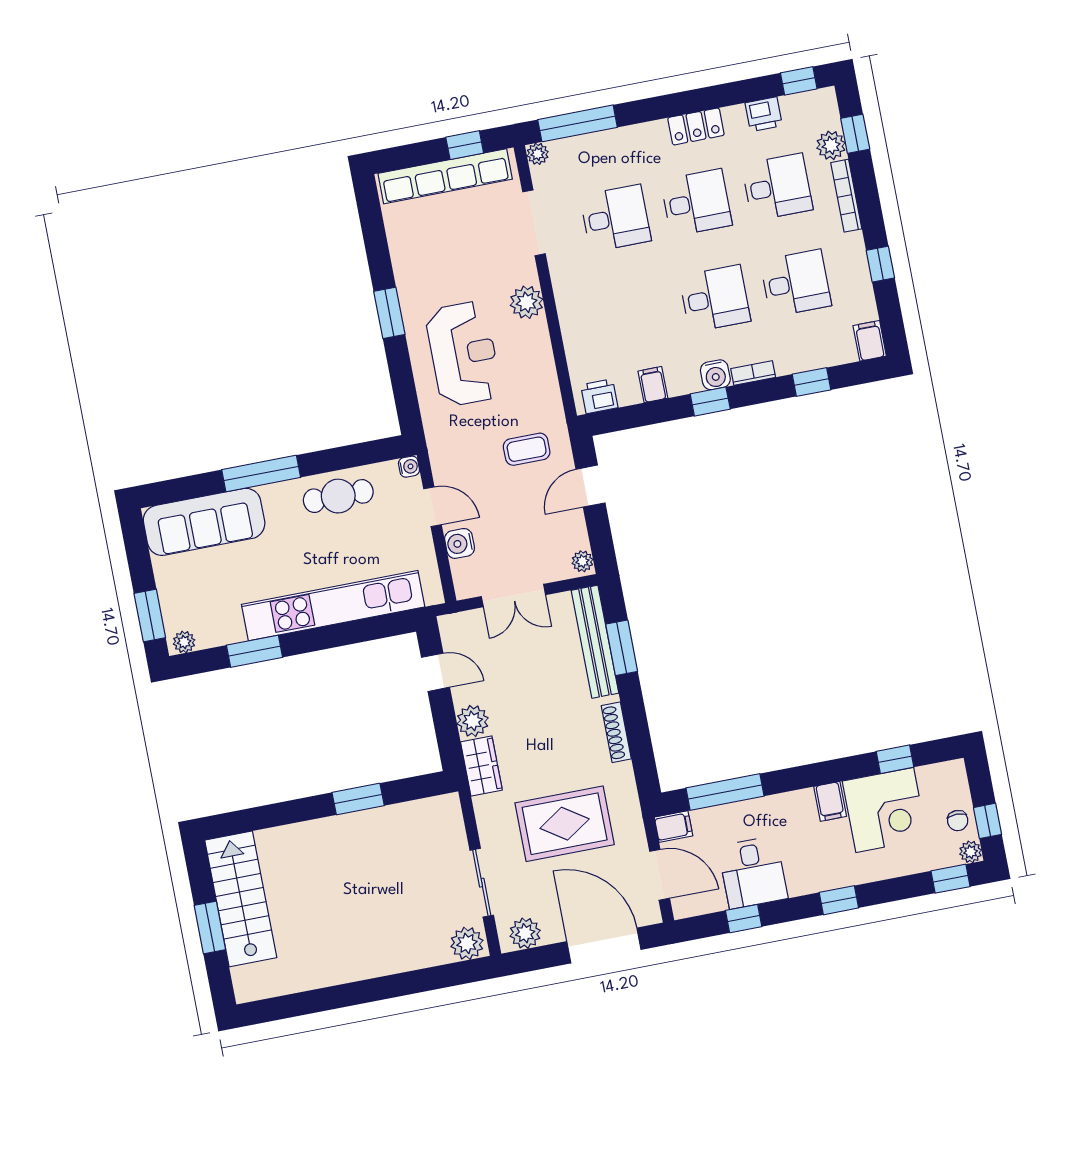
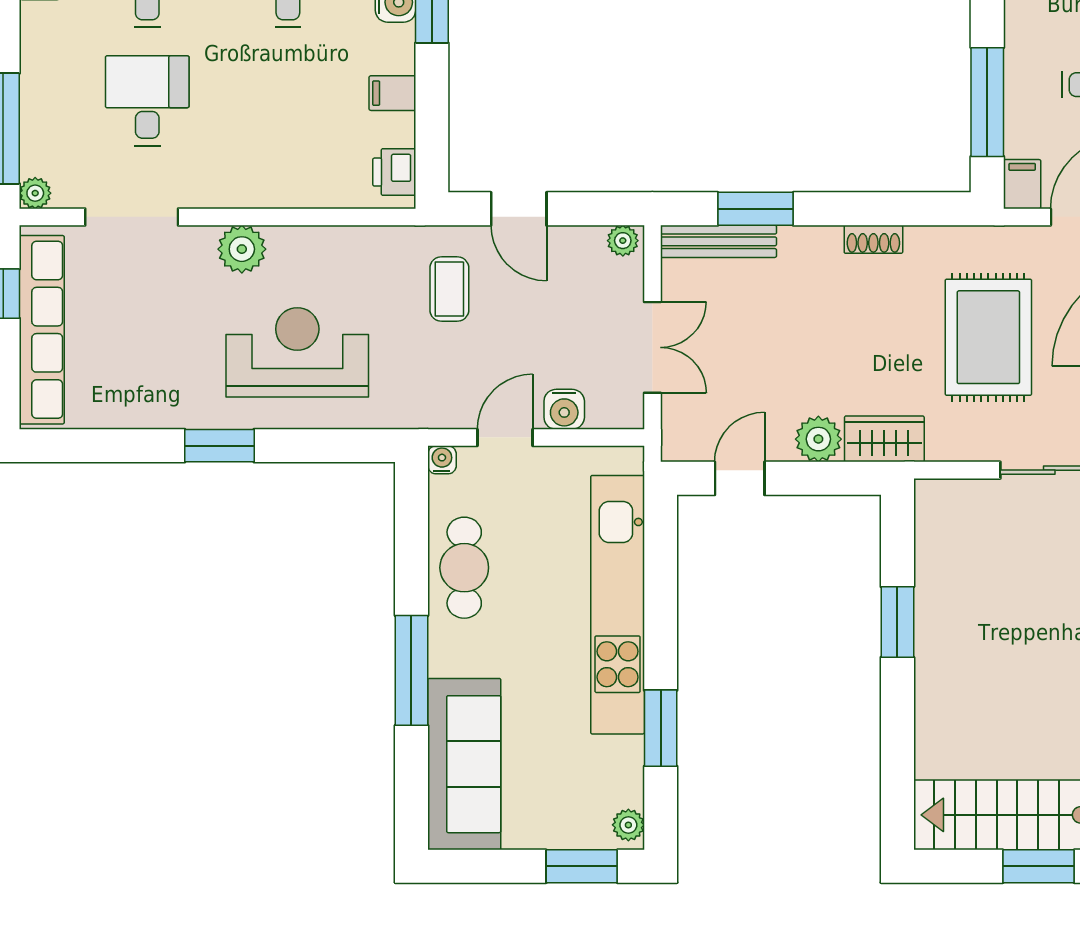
bench: (595, 642) -> (718, 241), width x0.73, depth x0.82
shoe rack: (616, 732) -> (873, 239), width x0.70

